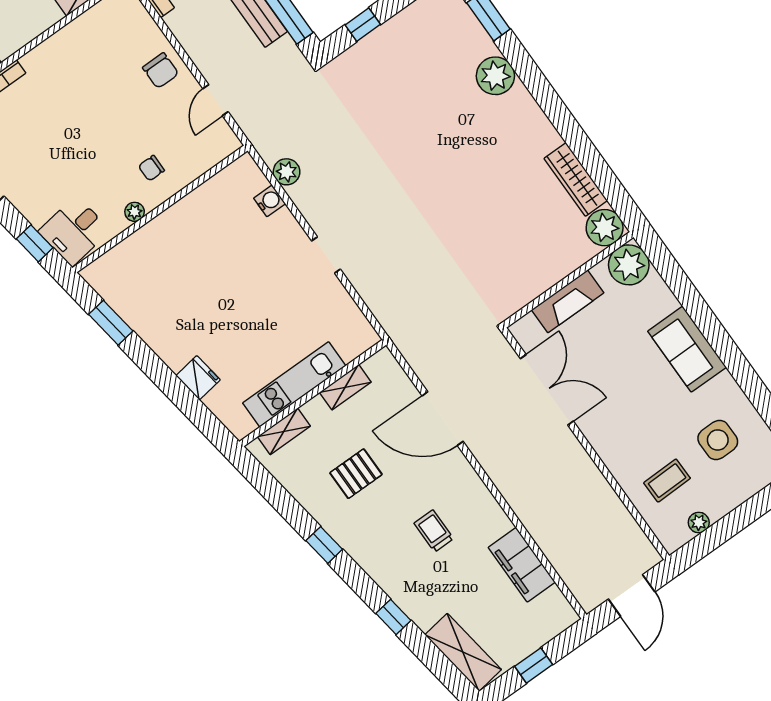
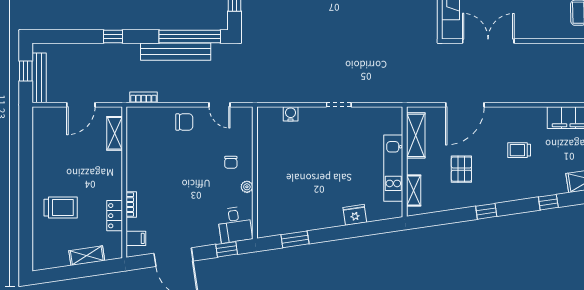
plant: (287, 172) -> (282, 95), removed
shelving: (345, 387) -> (416, 135), width x1.50, depth x1.33

